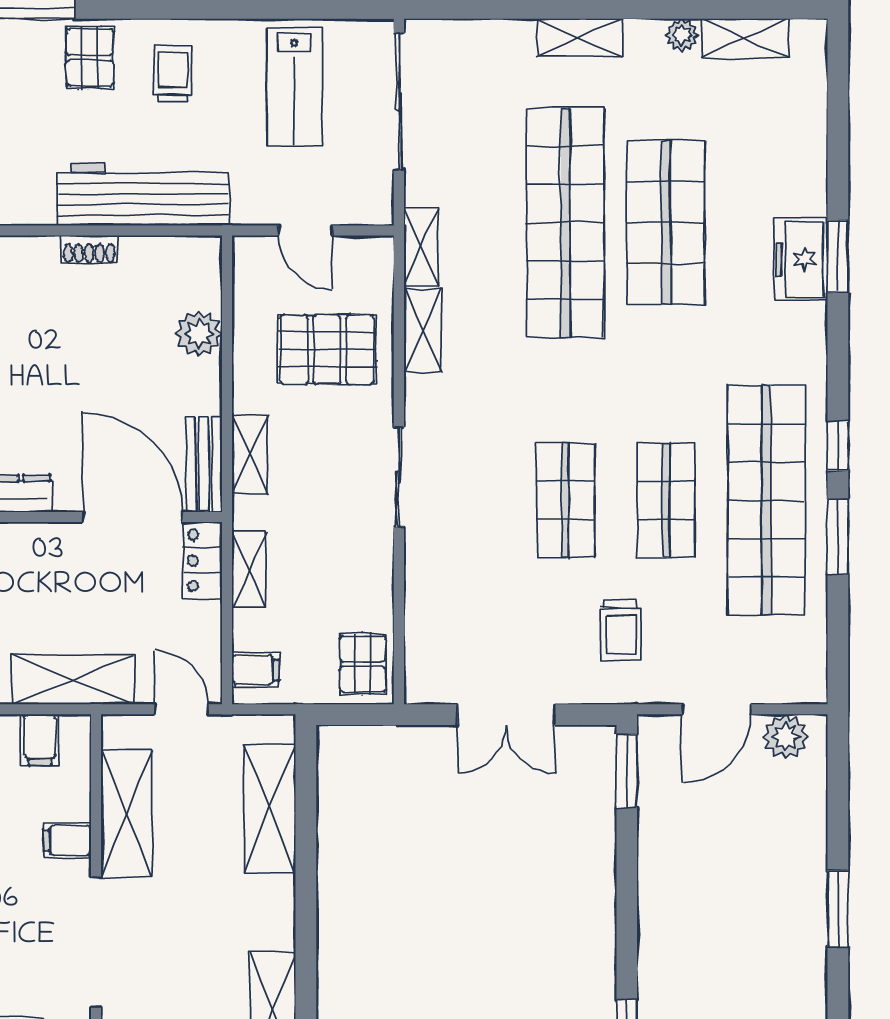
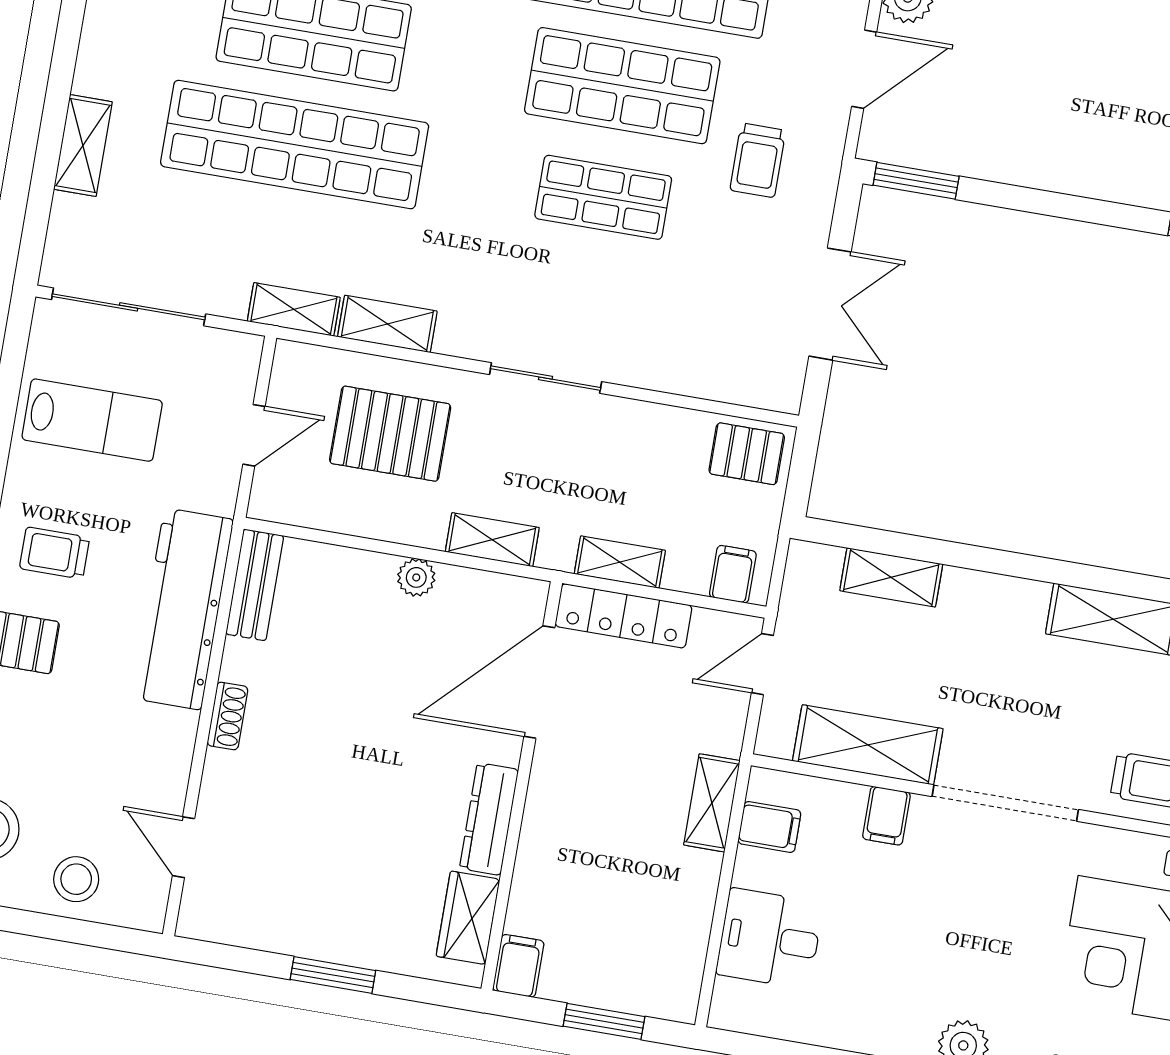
shelving: (580, 38) -> (83, 145), moved
shoe rack: (89, 249) -> (227, 716), moved
plant: (199, 334) -> (416, 577), moved, width x0.73, depth x0.73
pallet: (327, 349) -> (390, 434), turned 90
bench: (204, 464) -> (255, 585), moved, turned 90
shop shelf: (666, 500) -> (622, 86), width x1.43, depth x1.36
locker: (203, 560) -> (623, 616), width x1.53
trolley: (621, 630) -> (758, 160), turned 90
shelving: (73, 680) -> (712, 803), width x0.67, depth x0.75
door: (716, 709) -> (864, 69), hinge flipped
shelving: (270, 809) -> (891, 577), width x0.67, depth x0.75

